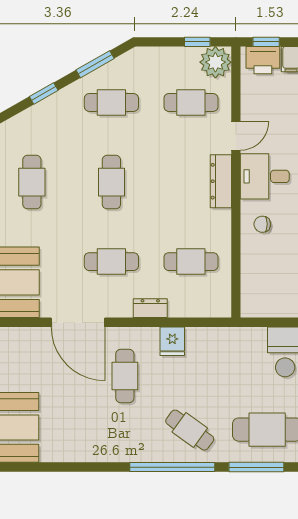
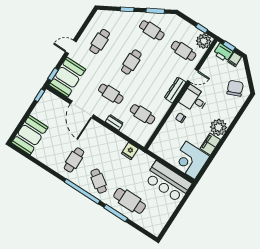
fridge: (172, 341) -> (130, 151), moved
cafe table: (125, 376) -> (74, 160), moved

